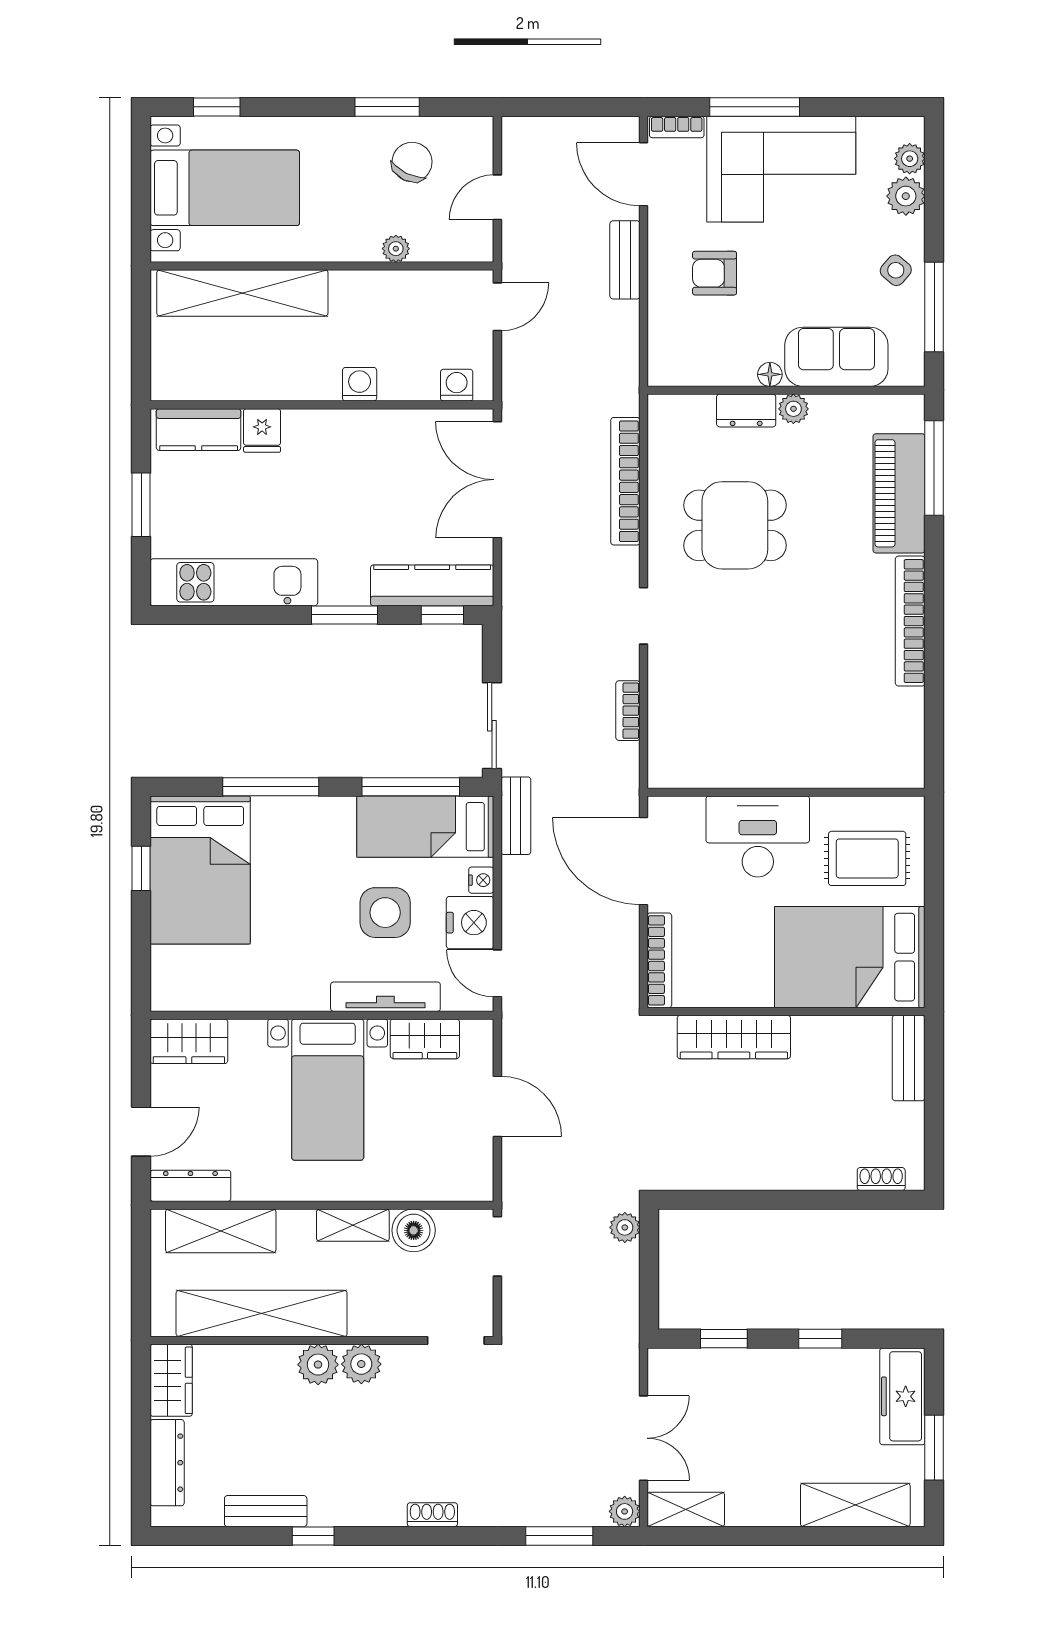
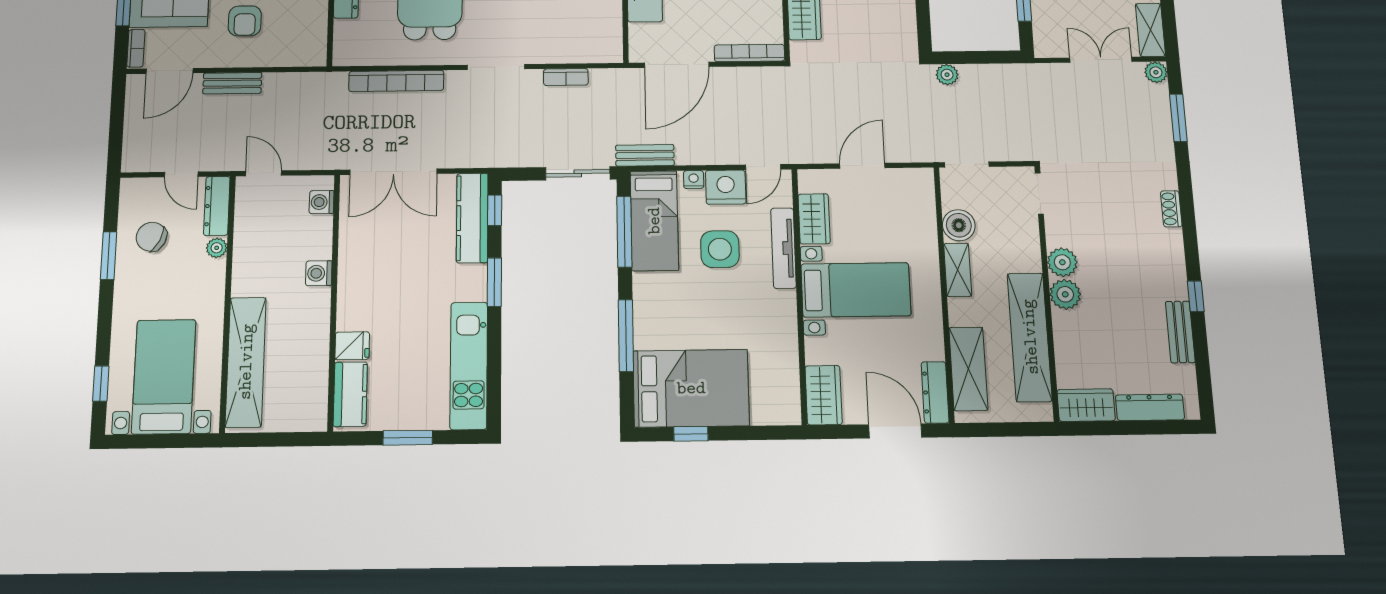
dresser: (453, 246) -> (217, 206), added
doorway: (644, 616) -> (496, 67), width x1.38
door: (141, 1132) -> (895, 431), width x1.38

